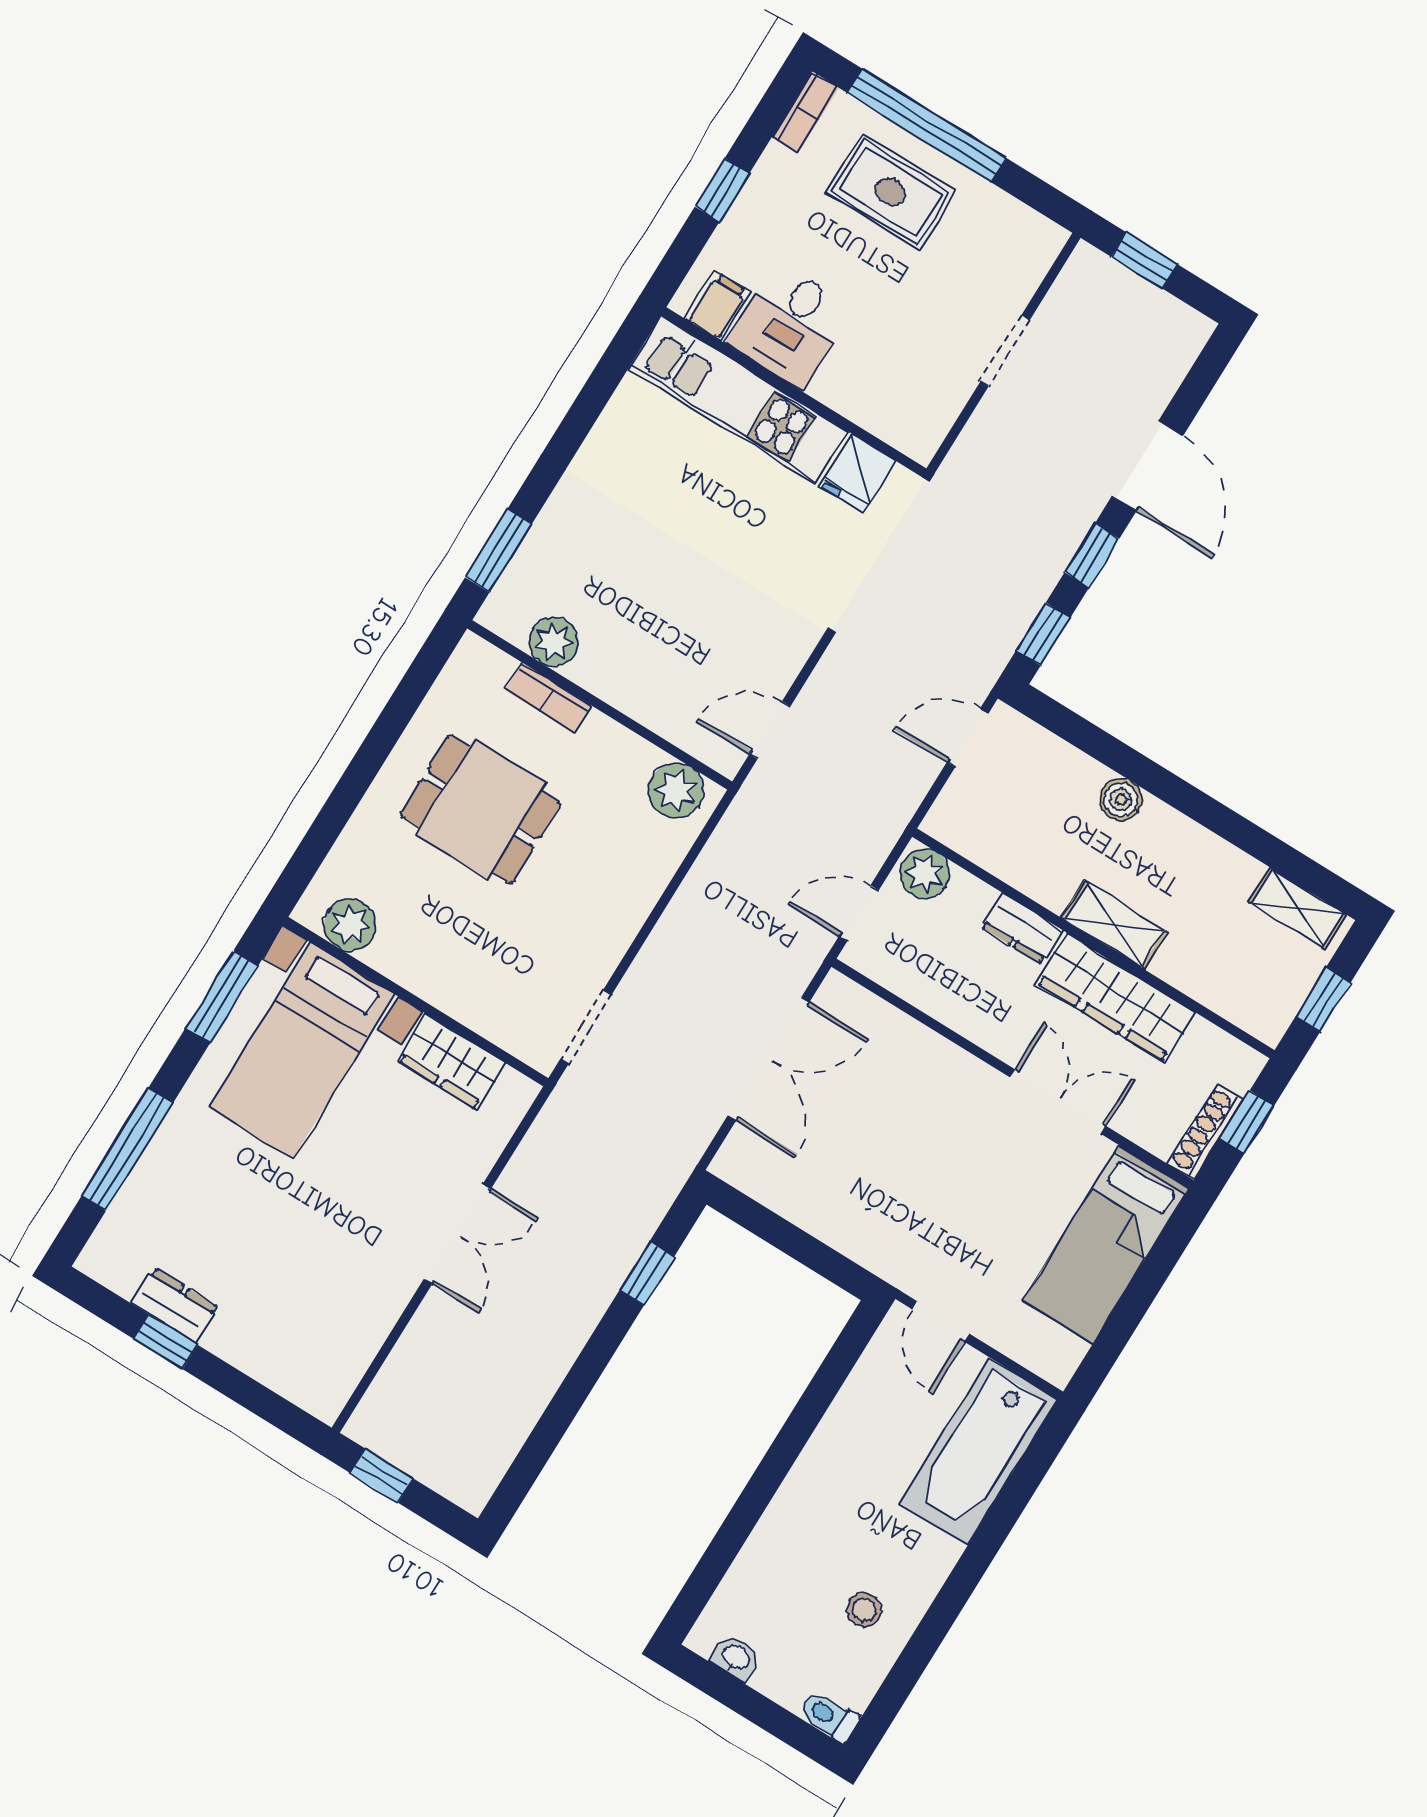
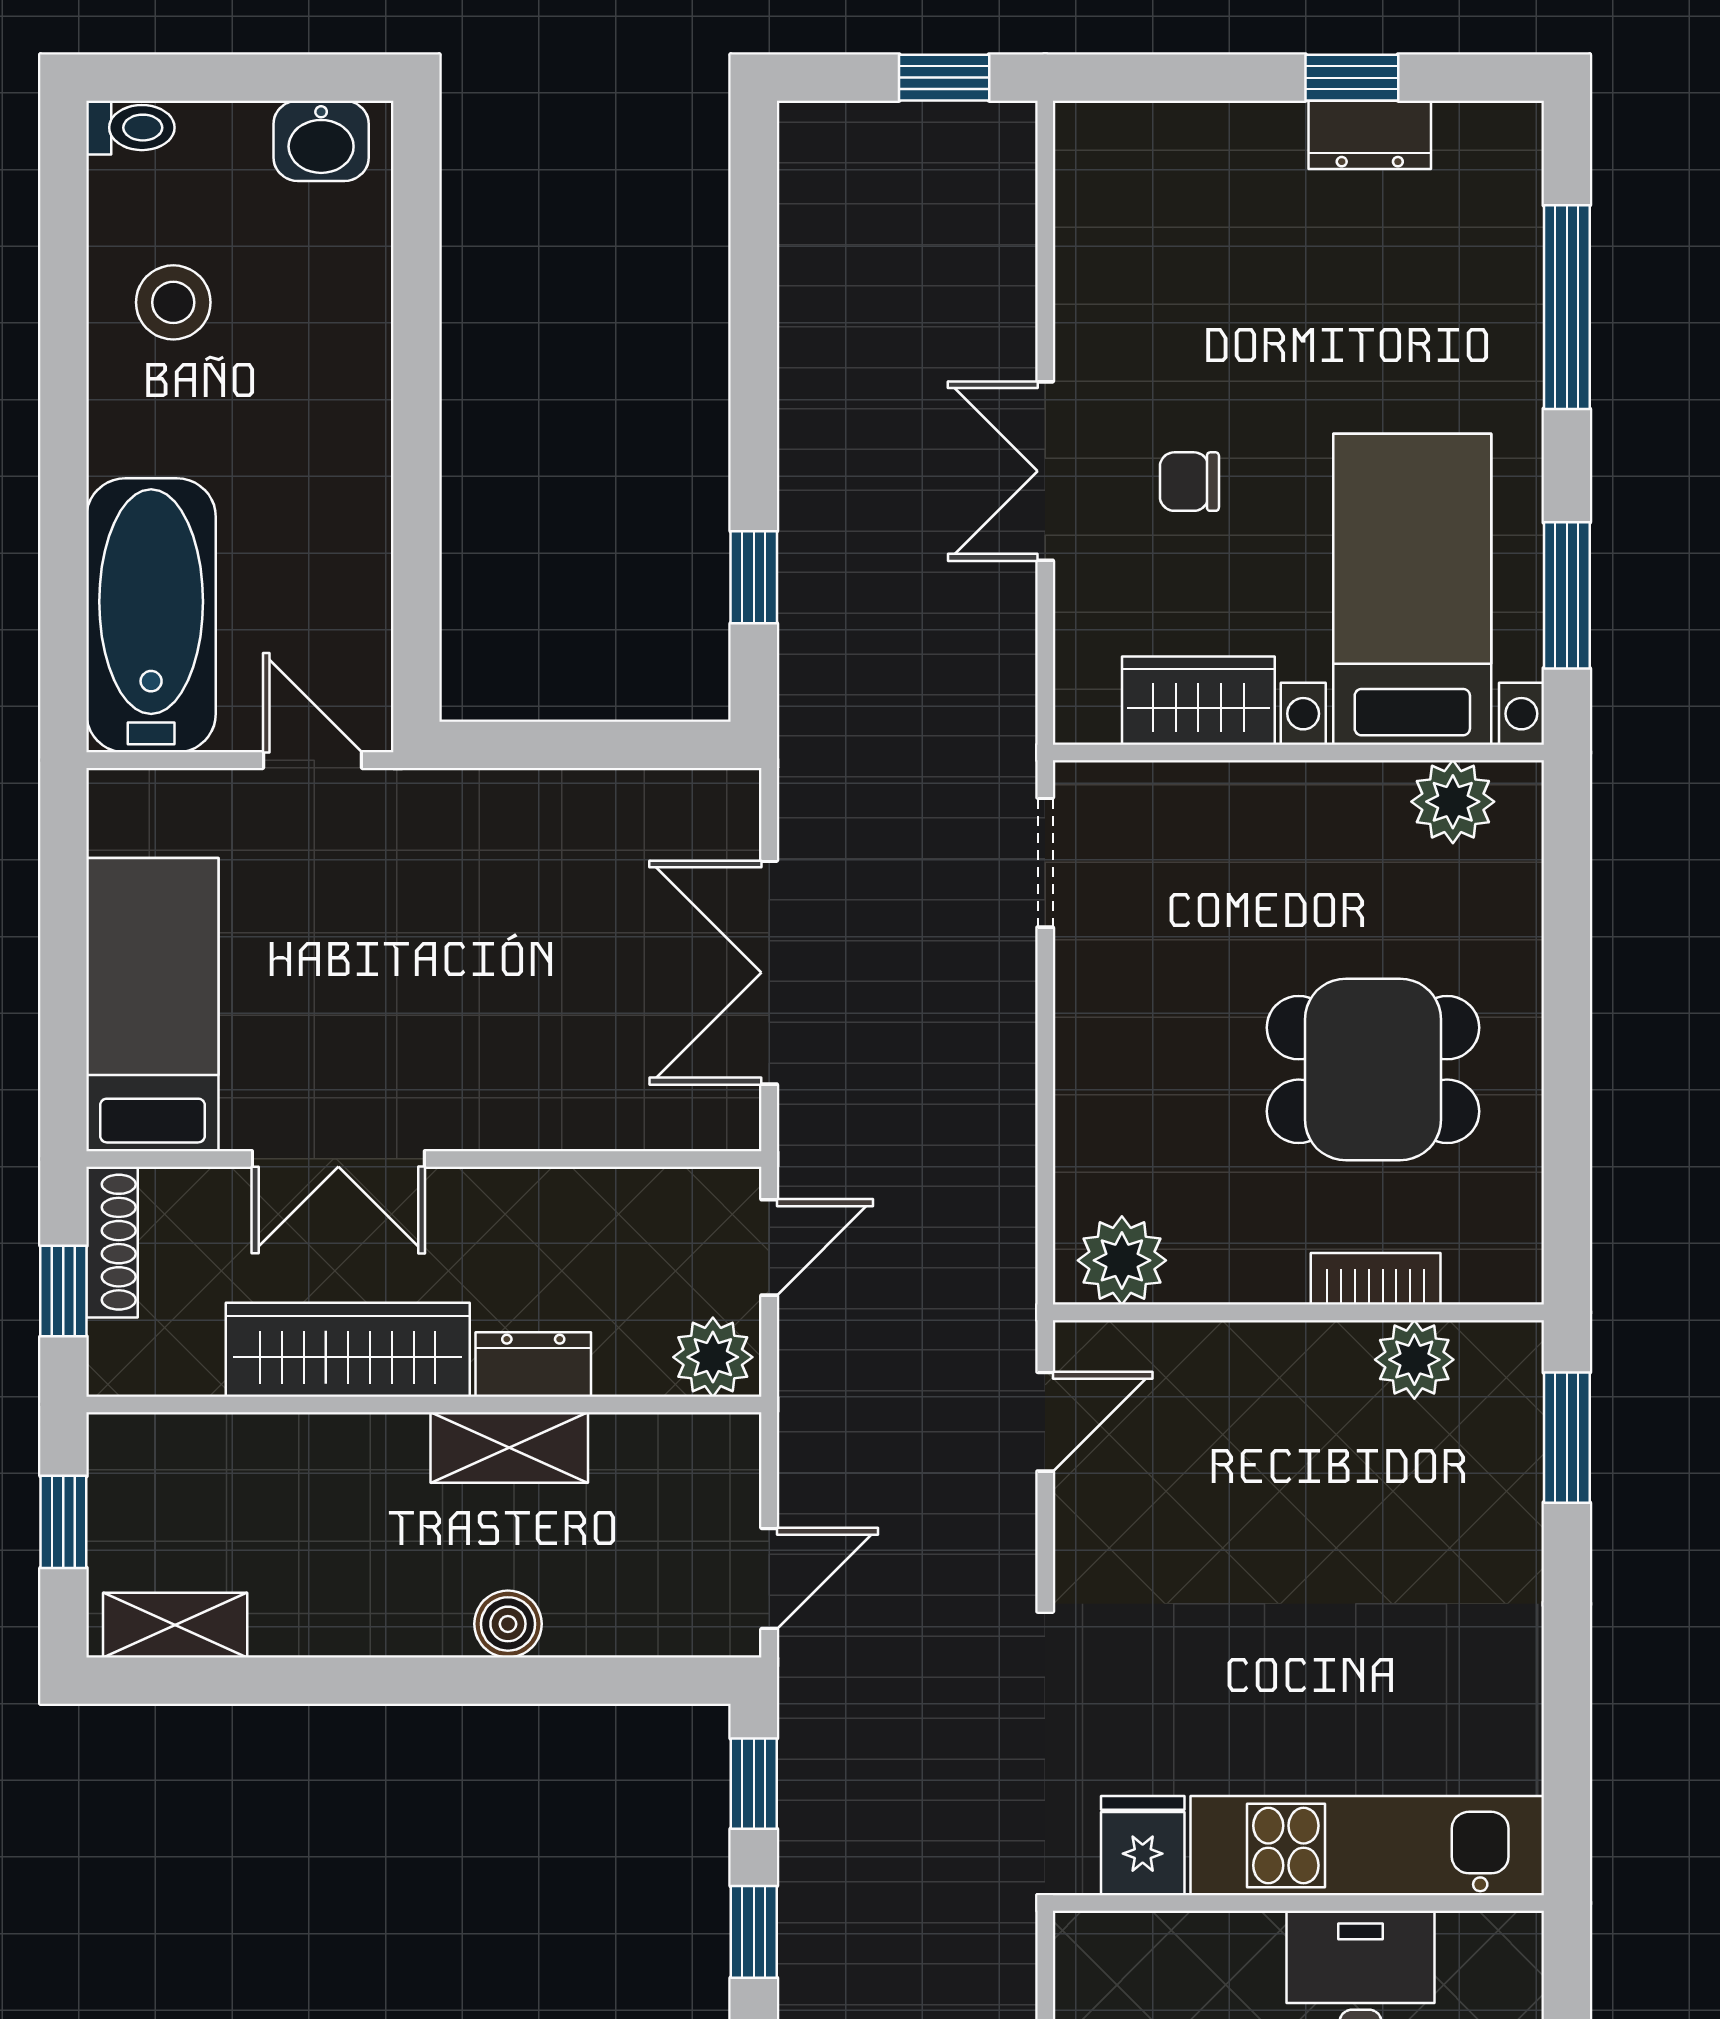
filing cabinet: (718, 306) -> (1475, 1956), removed
shelving: (1115, 925) -> (509, 1447), moved
chair: (384, 1181) -> (1189, 482), added
stool: (864, 1610) -> (173, 302), width x1.37, depth x1.37
washbasin: (736, 1658) -> (321, 141), width x1.38, depth x1.45

